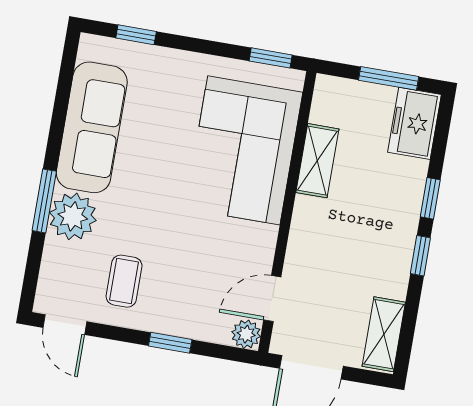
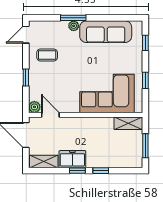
window: (271, 58) -> (145, 80), moved
freezer: (414, 123) -> (72, 159), moved
shelving: (317, 161) -> (128, 123), moved
plant: (73, 216) -> (74, 26), width x0.53, depth x0.53

